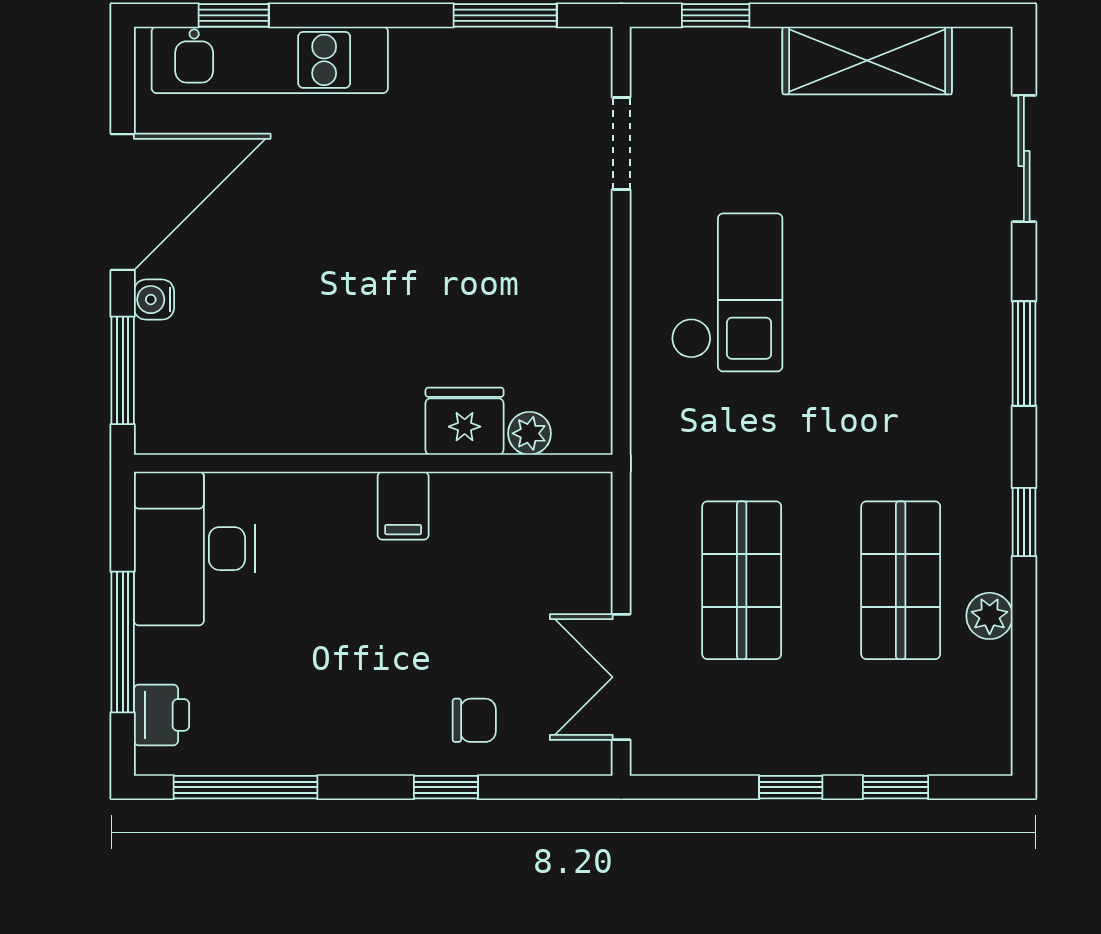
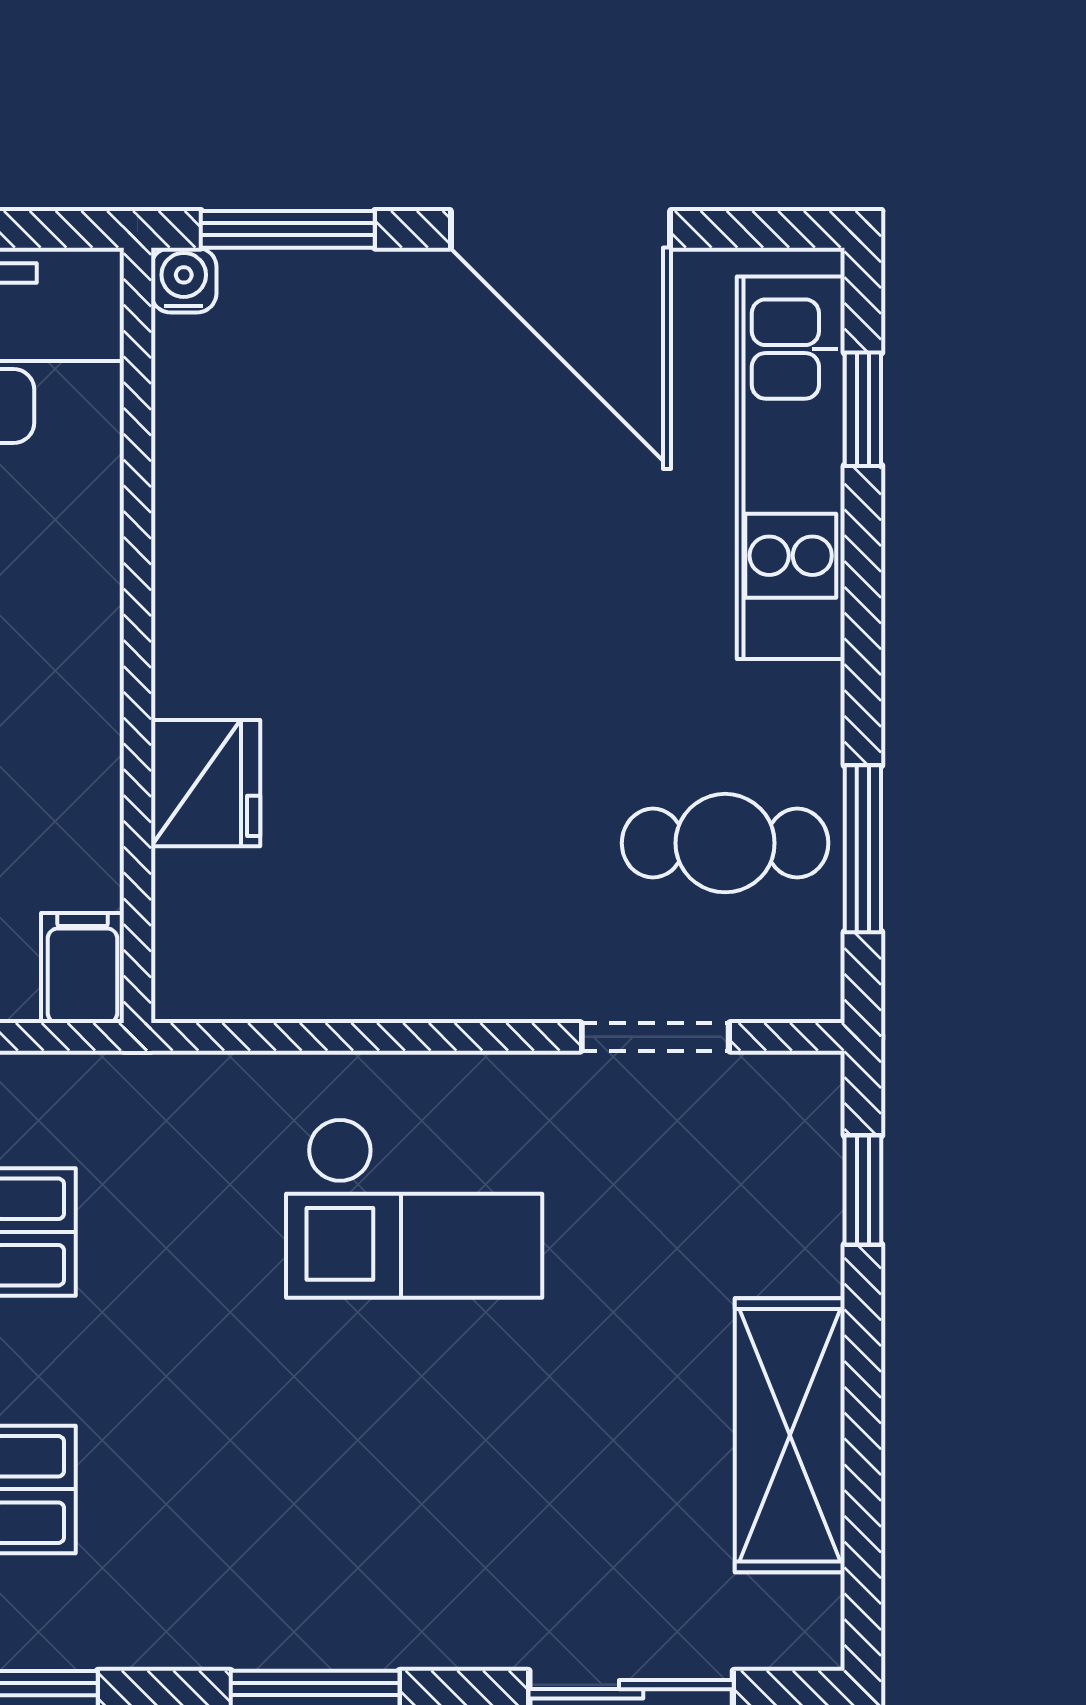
cafe table: (502, 100) -> (725, 843), added
water cooler: (154, 300) -> (184, 280), moved
plant: (529, 433) -> (186, 888), removed
filing cabinet: (403, 506) -> (83, 968), moved, turned 90

